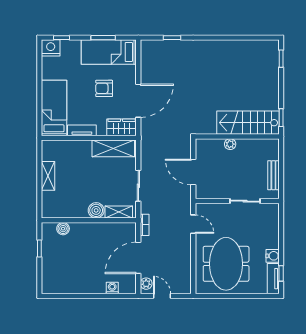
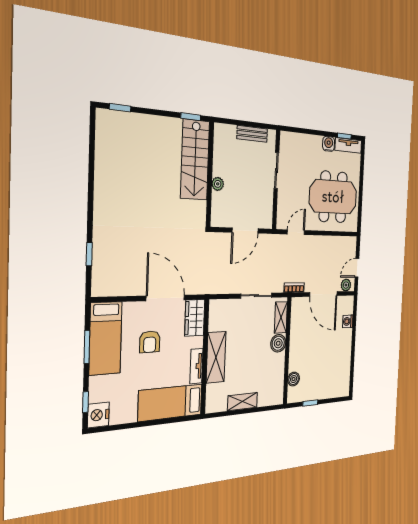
shelving: (113, 148) -> (216, 357), moved

